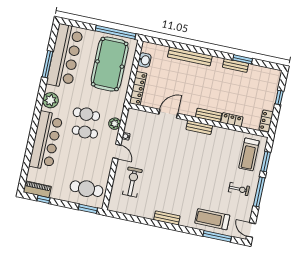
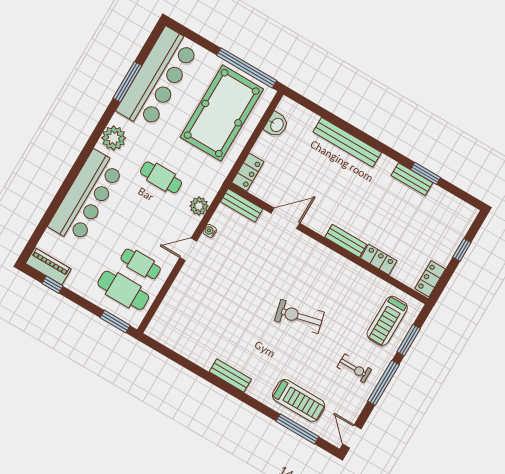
locker: (138, 88) -> (248, 172), width x0.66
bench: (199, 127) -> (242, 205), moved
cafe table: (85, 132) -> (141, 264), moved
door: (117, 152) -> (188, 249), swing flipped
exercise bike: (132, 182) -> (299, 316), moved, turned -104
treadmill: (212, 219) -> (299, 400), turned 180

